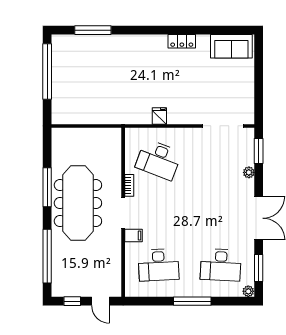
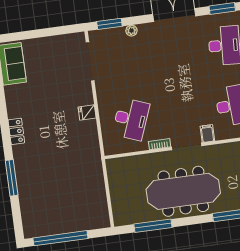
window: (93, 30) -> (12, 178), moved
locker: (182, 41) -> (16, 131), moved
fridge: (159, 116) -> (87, 112), moved
window: (47, 187) -> (153, 226), moved

